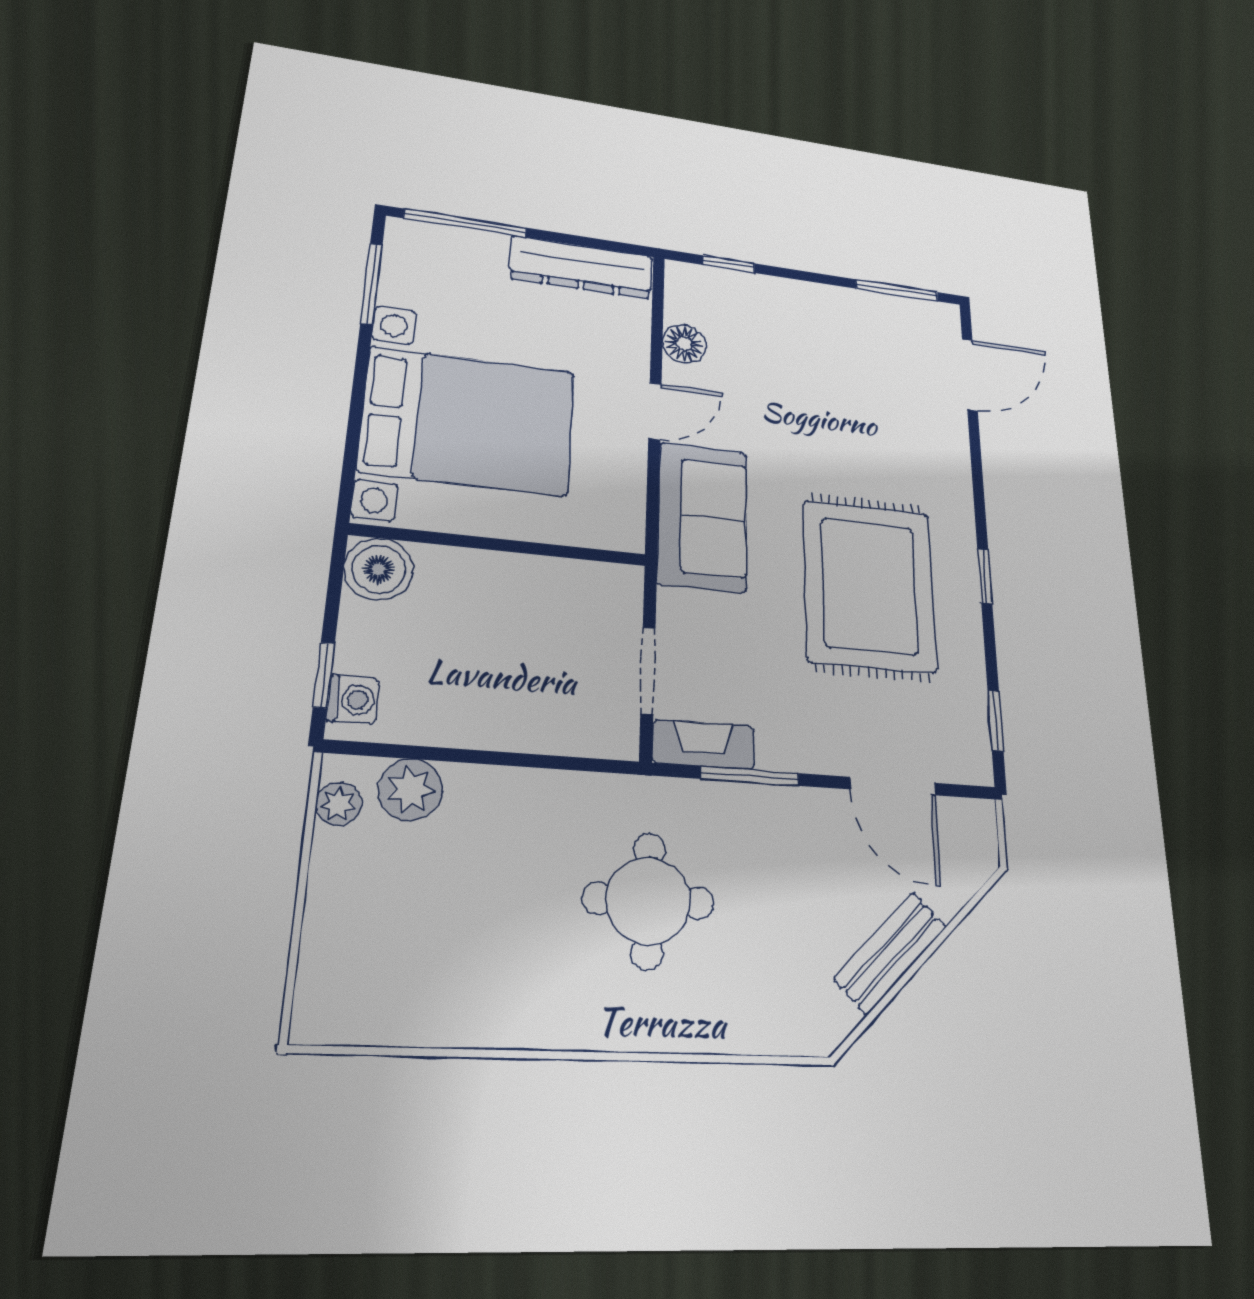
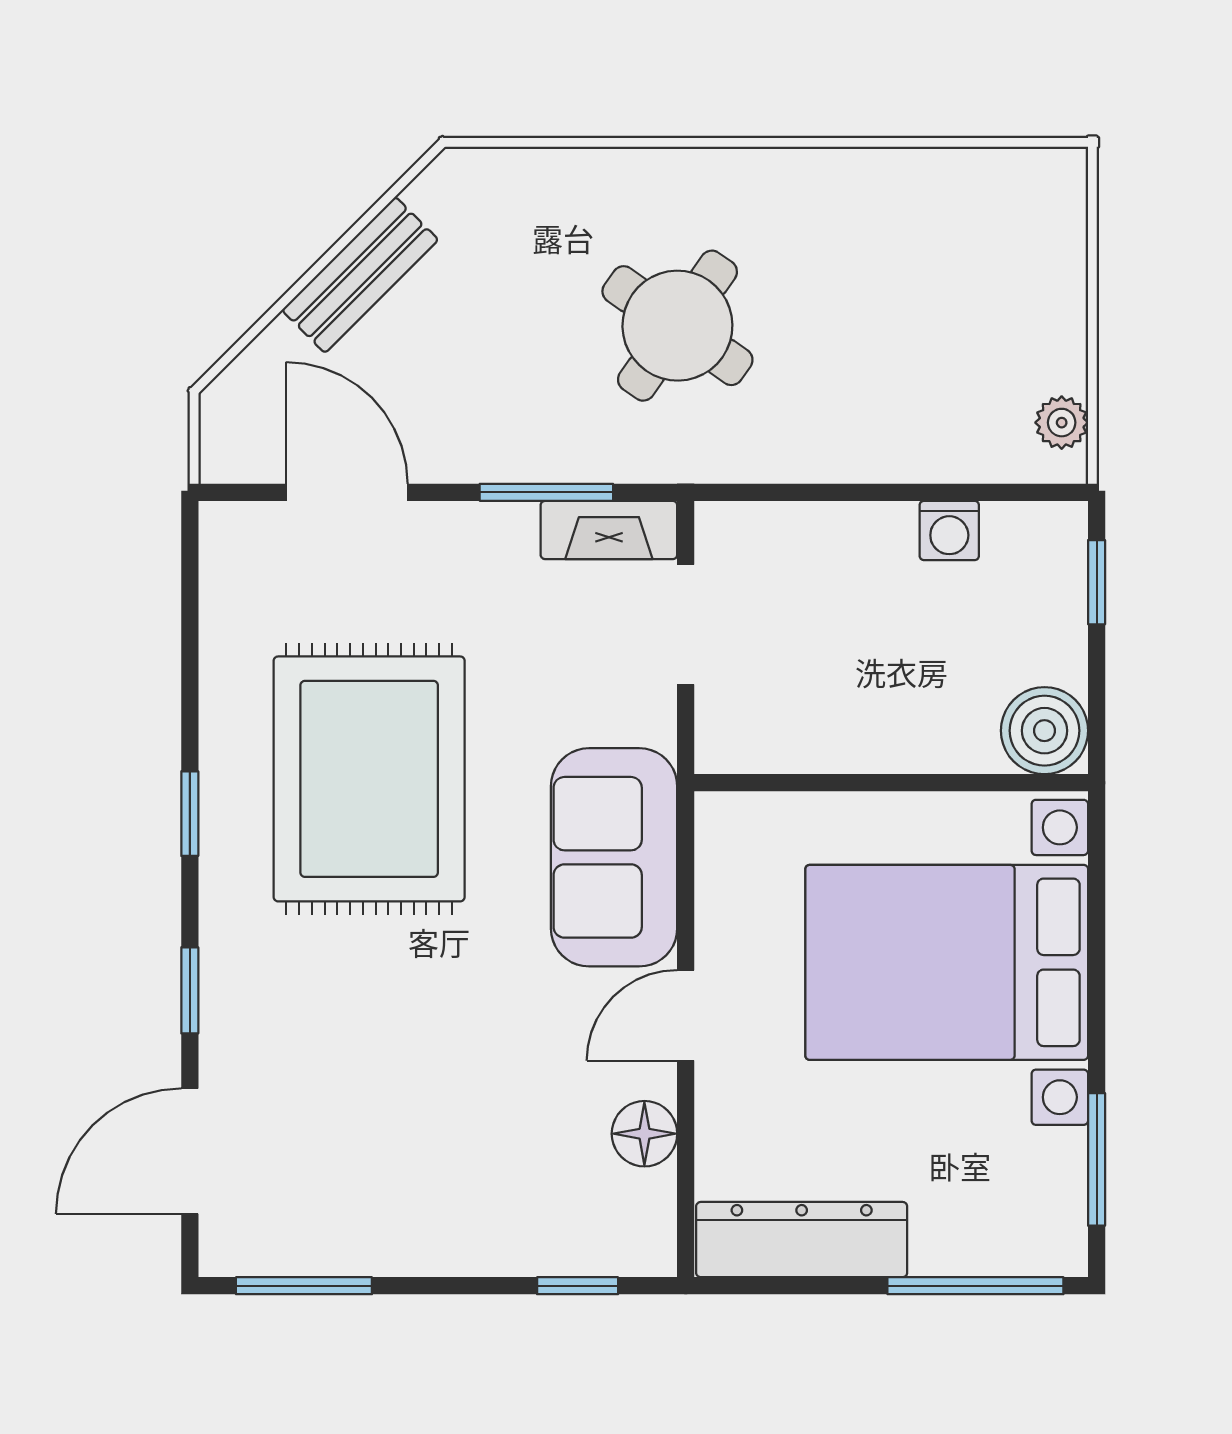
washing machine: (353, 699) -> (949, 530), moved, turned -90
window: (995, 720) -> (190, 990), moved
plant: (410, 790) -> (979, 445), removed
round table: (648, 901) -> (677, 326), turned 35

